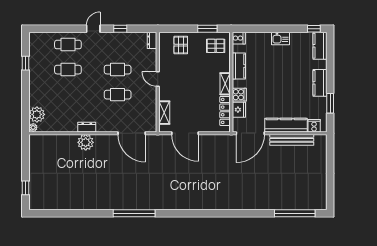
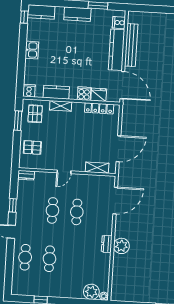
shelving: (225, 84) -> (61, 106), moved

